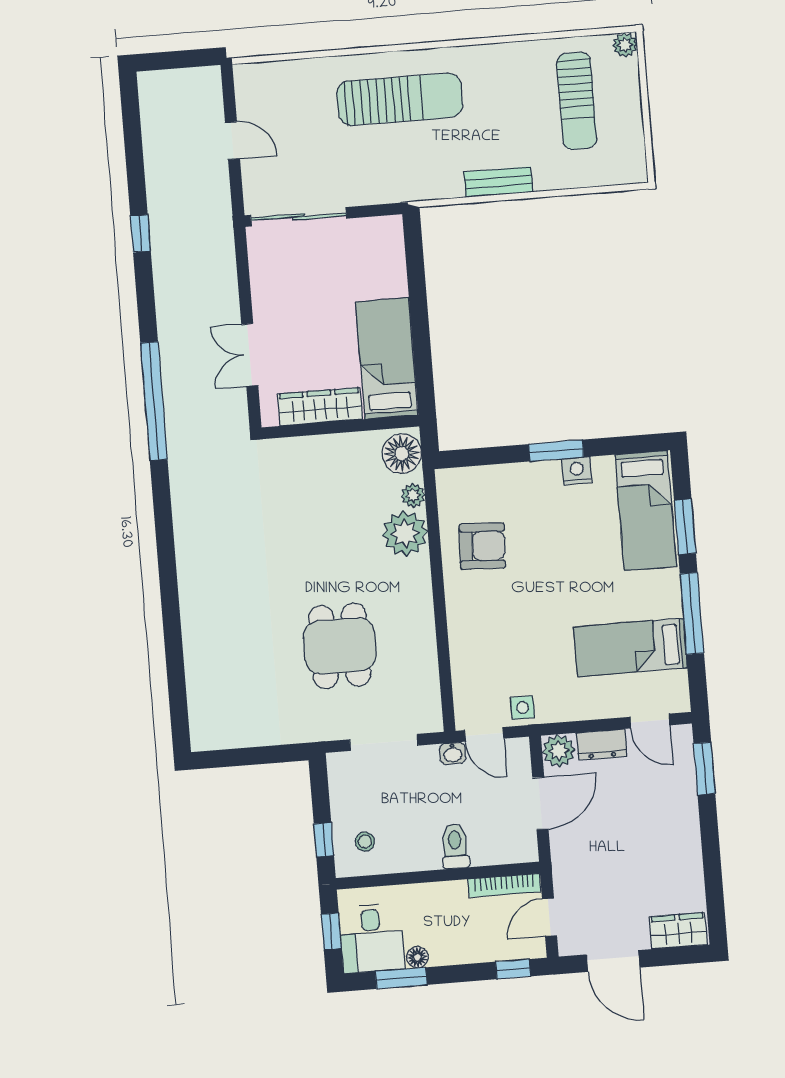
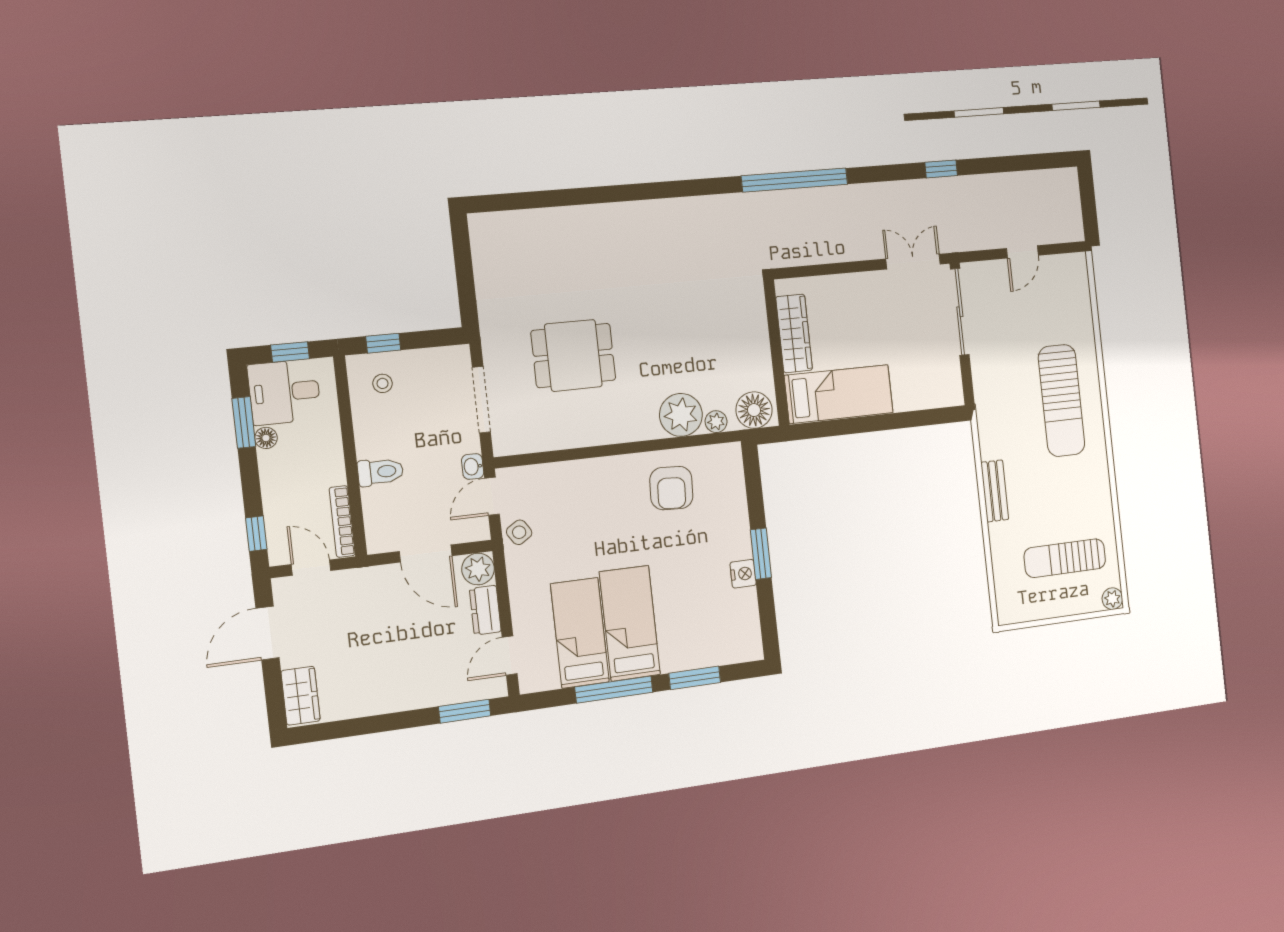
double door: (250, 355) -> (913, 262), moved
bed: (646, 511) -> (630, 623), moved, turned 90
side table: (523, 708) -> (519, 532), turned -33

